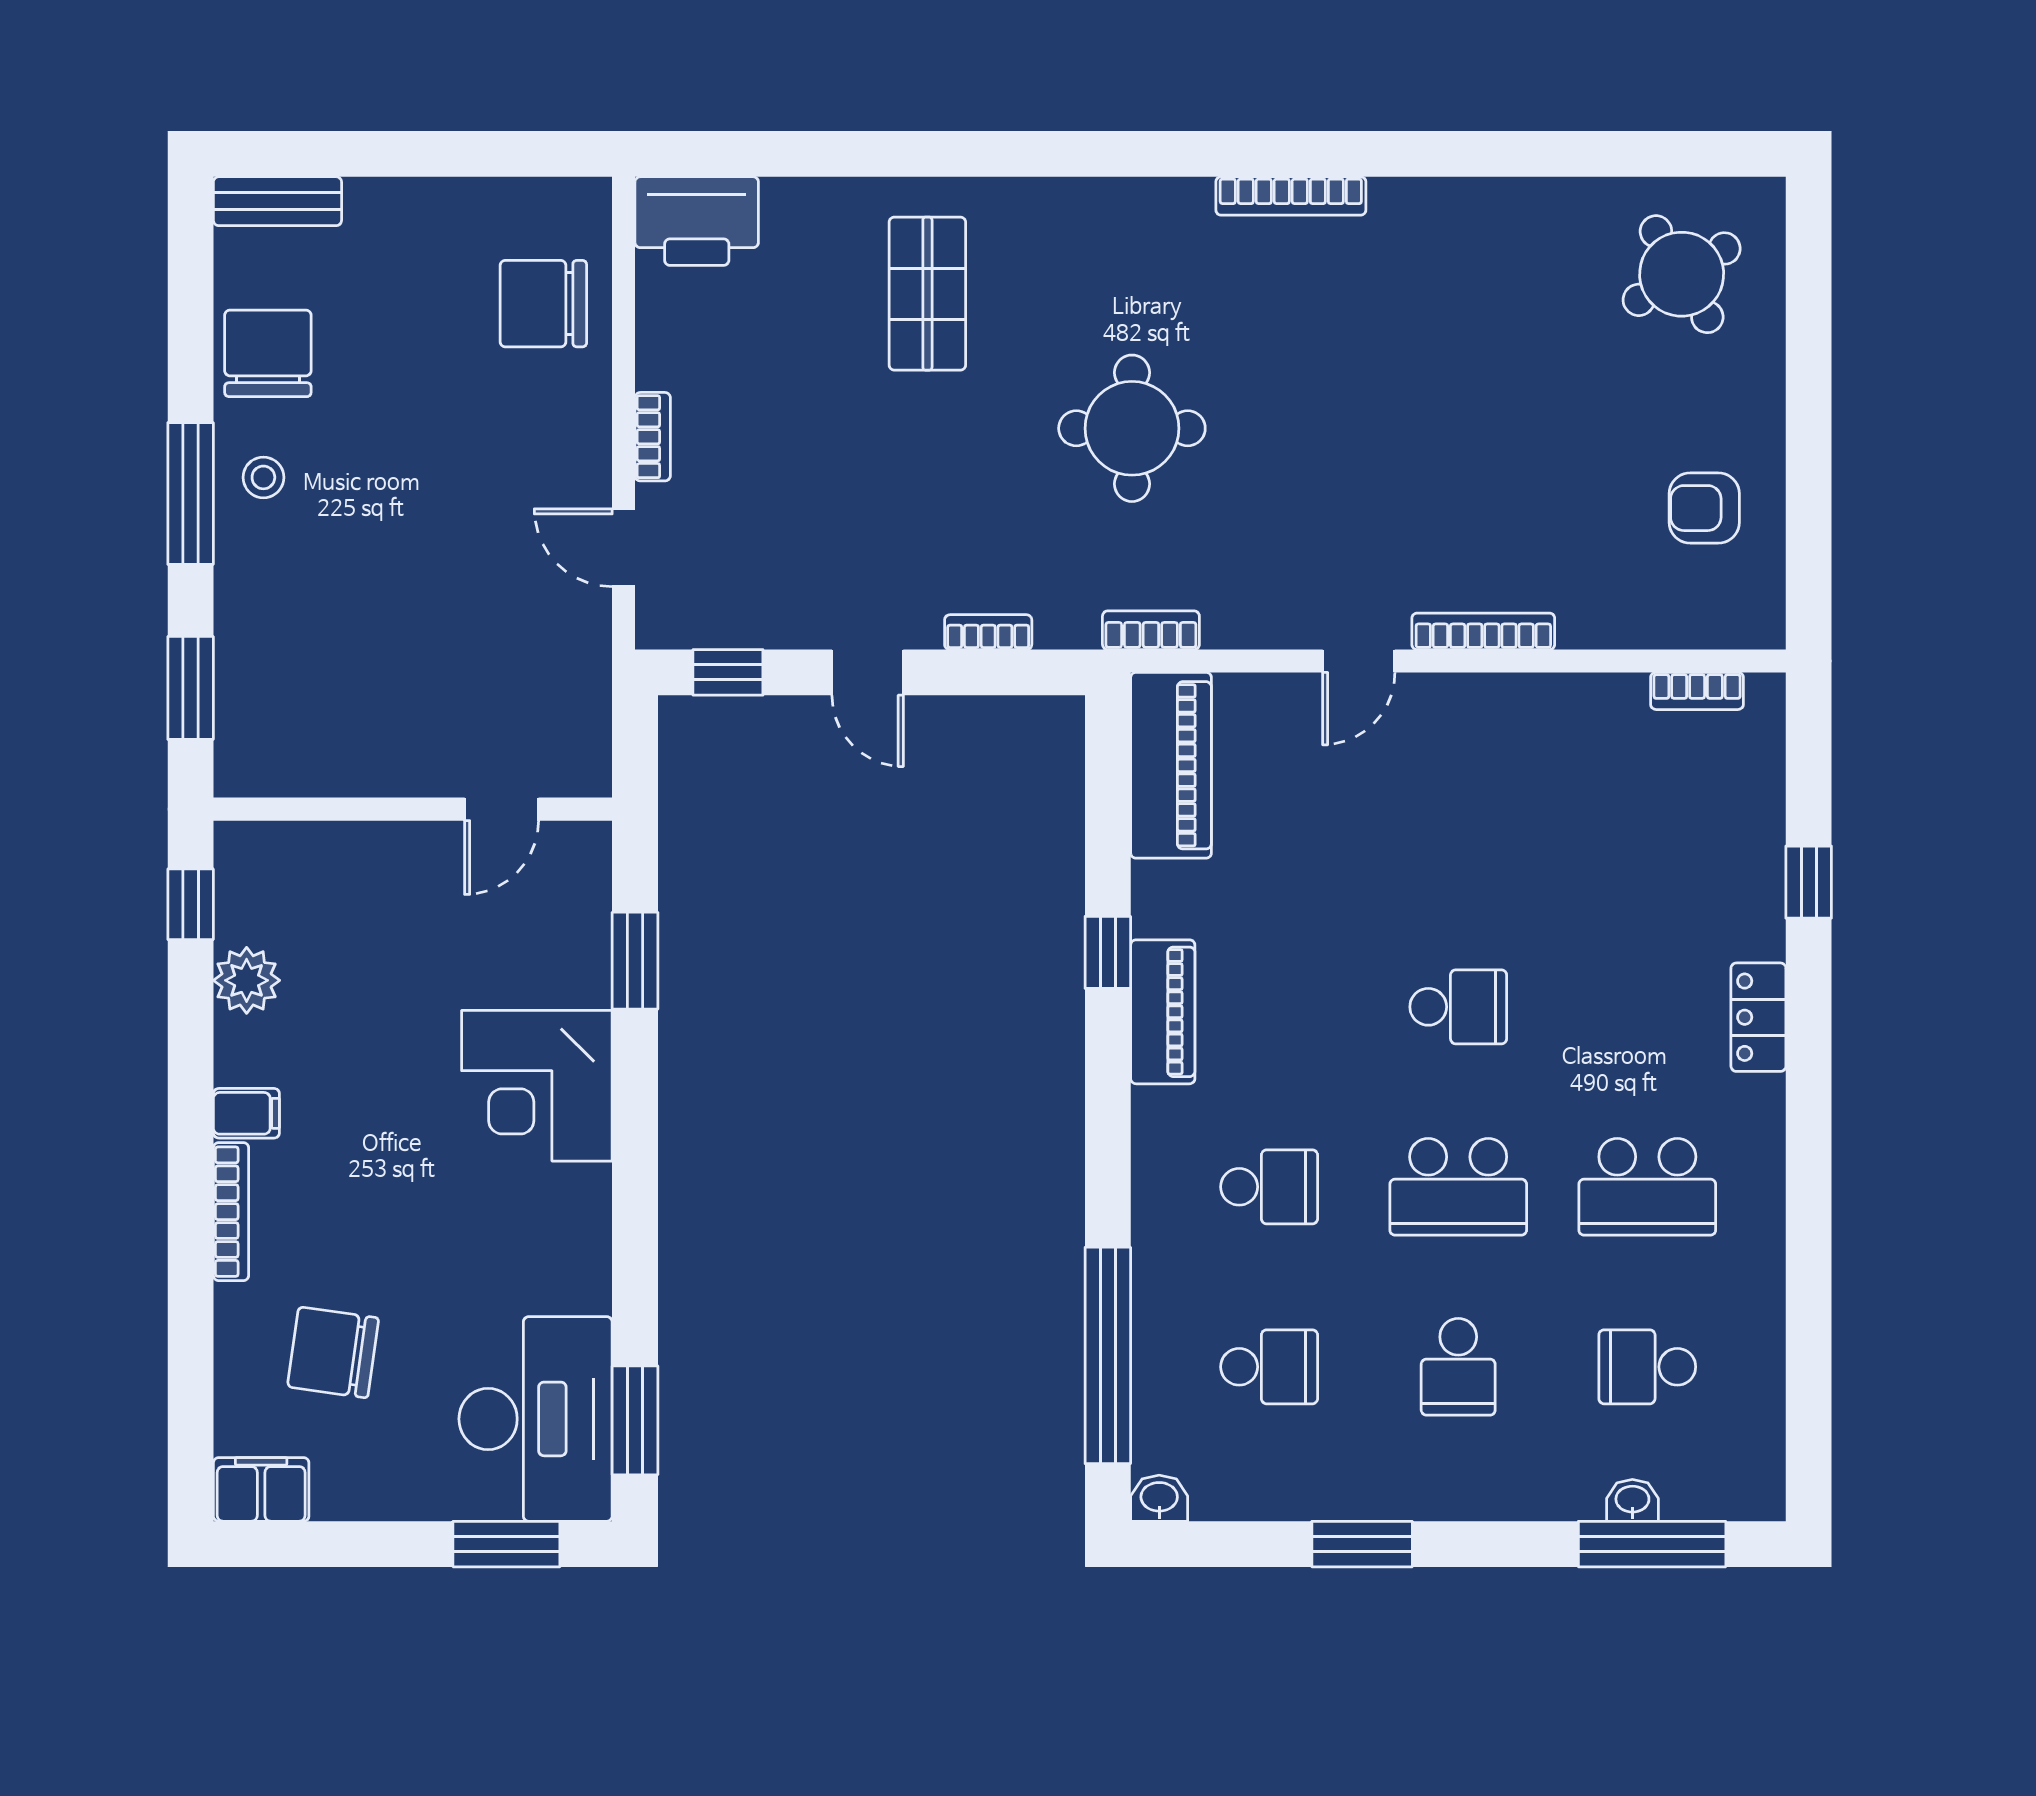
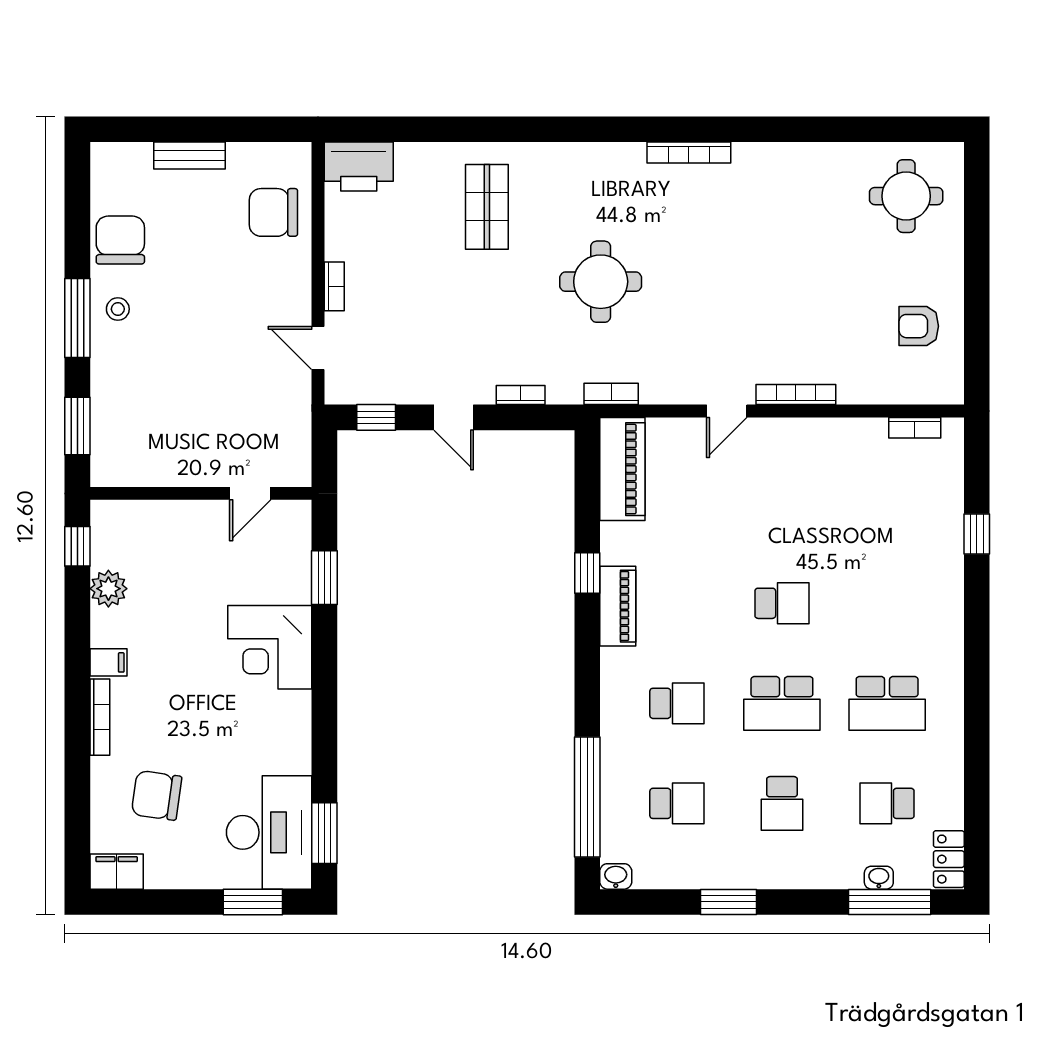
bench: (277, 201) -> (190, 155), moved
round table: (1682, 274) -> (906, 196), turned 31
locker: (1758, 1017) -> (949, 859), moved

